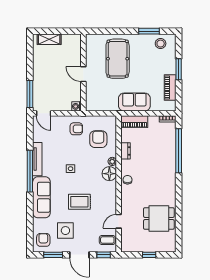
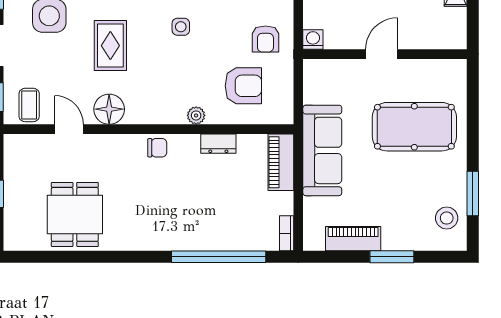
sofa: (134, 102) -> (322, 150), width x1.36
floor lamp: (109, 174) -> (109, 109), moved

